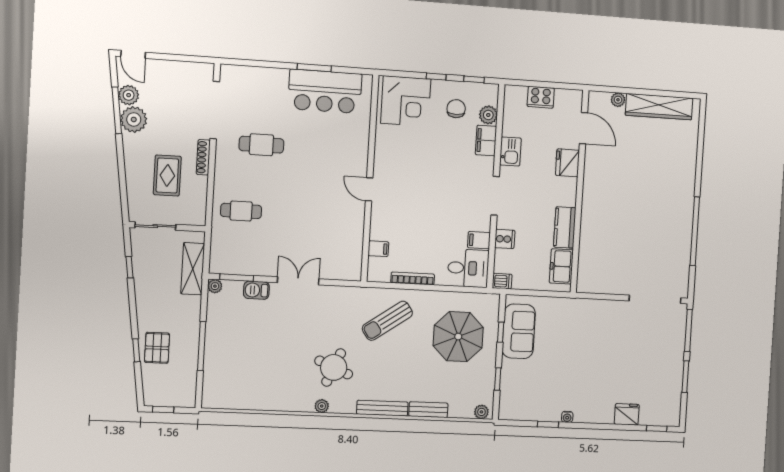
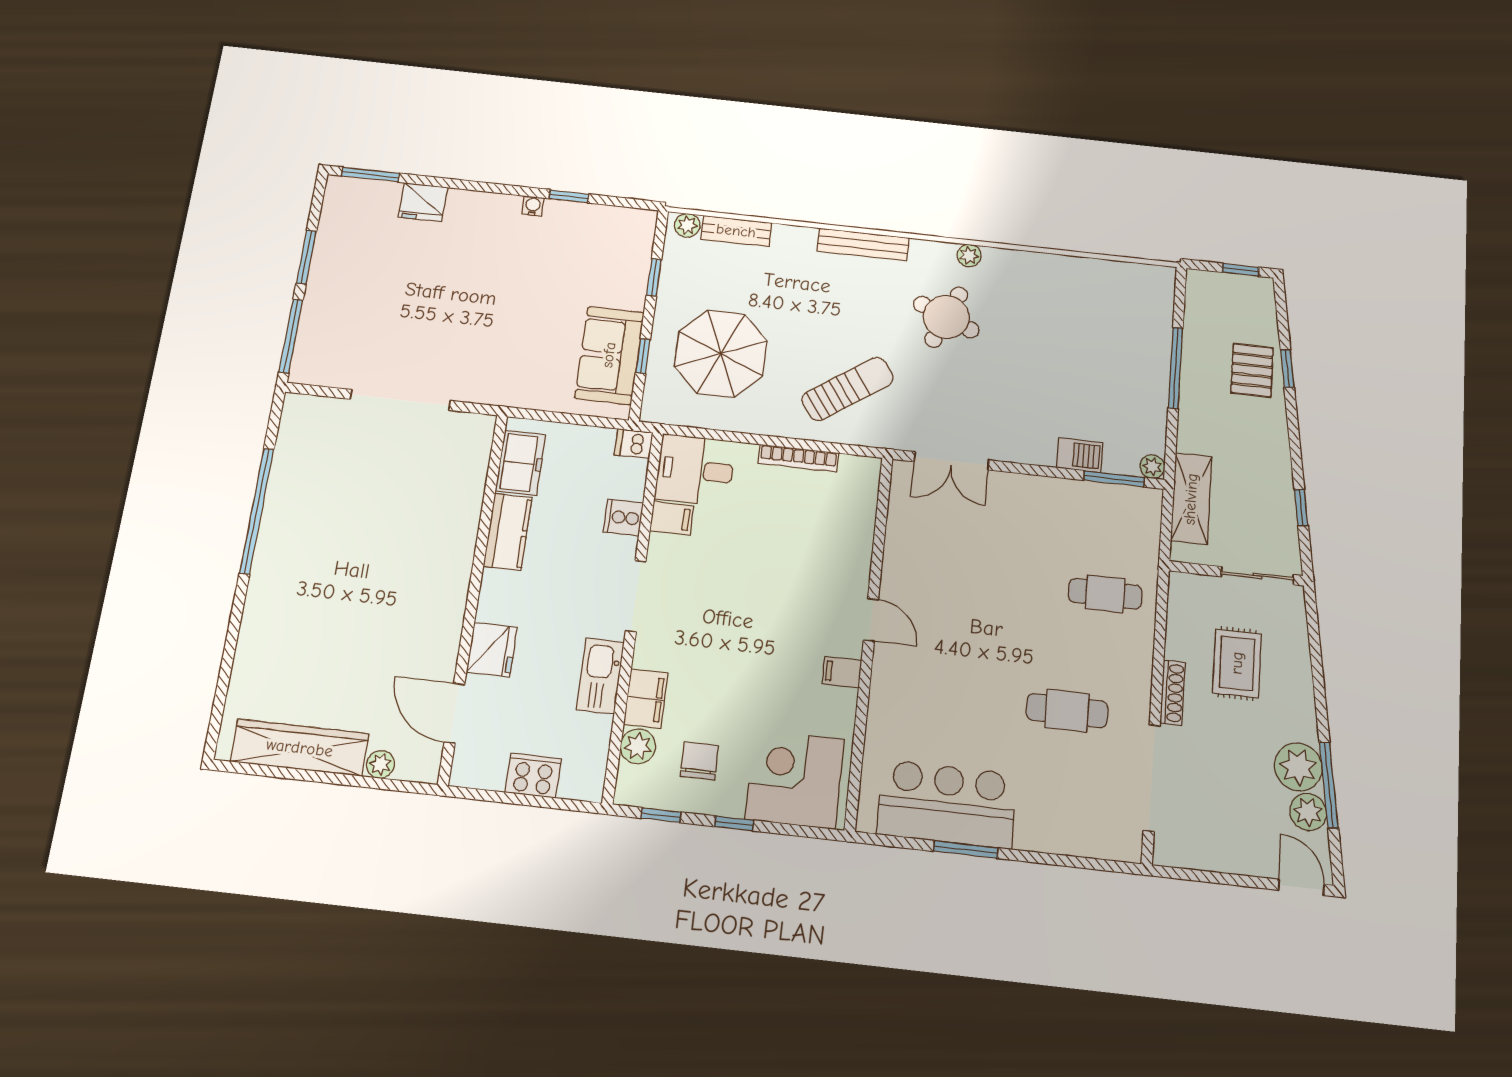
chair: (456, 109) -> (699, 761), turned 180
kitchen sink: (510, 151) -> (600, 676), width x1.38
filing cabinet: (378, 249) -> (842, 672), moved
double door: (298, 281) -> (951, 461), moved
doorway: (655, 299) -> (400, 400), moved
bench: (428, 410) -> (736, 231), moved
window: (657, 428) -> (370, 175), width x1.50

